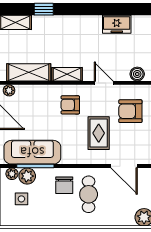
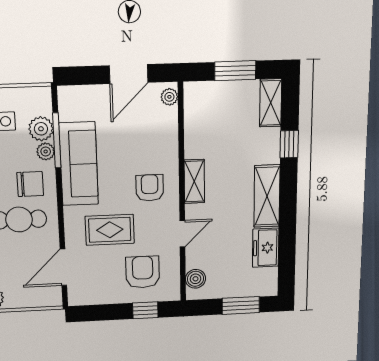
shelving: (29, 72) -> (267, 196), moved
sofa: (32, 152) -> (79, 164), moved
plant: (12, 174) -> (46, 151), moved
chair: (64, 185) -> (30, 184), turned 180

